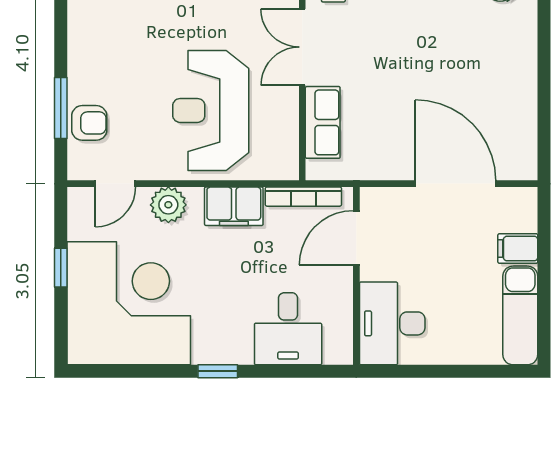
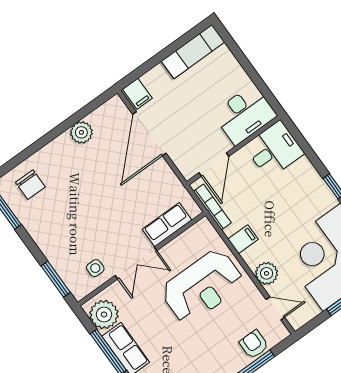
plant: (520, 98) -> (81, 132), added
filing cabinet: (234, 206) -> (243, 239), width x0.50
door: (356, 238) -> (214, 165), hinge flipped
filing cabinet: (518, 249) -> (137, 94), moved
desk: (288, 329) -> (274, 150), moved

